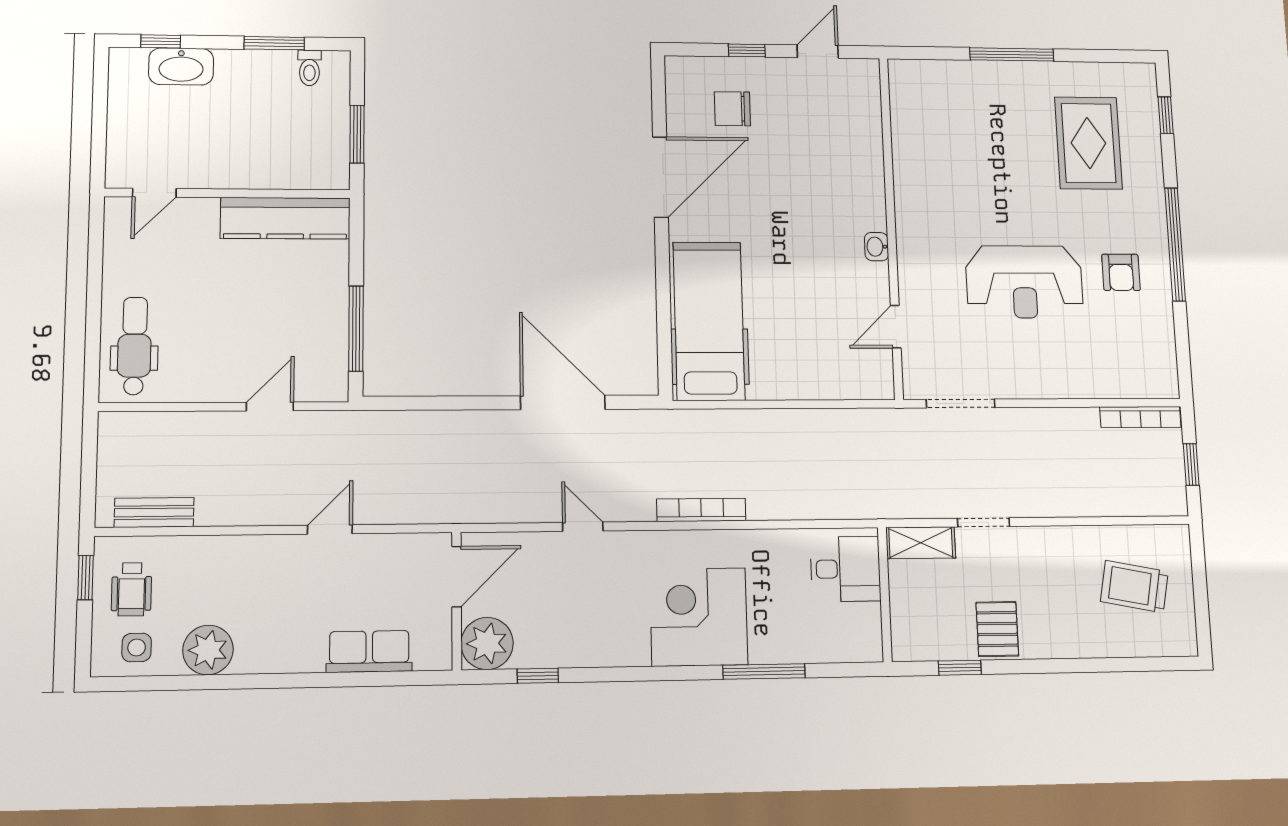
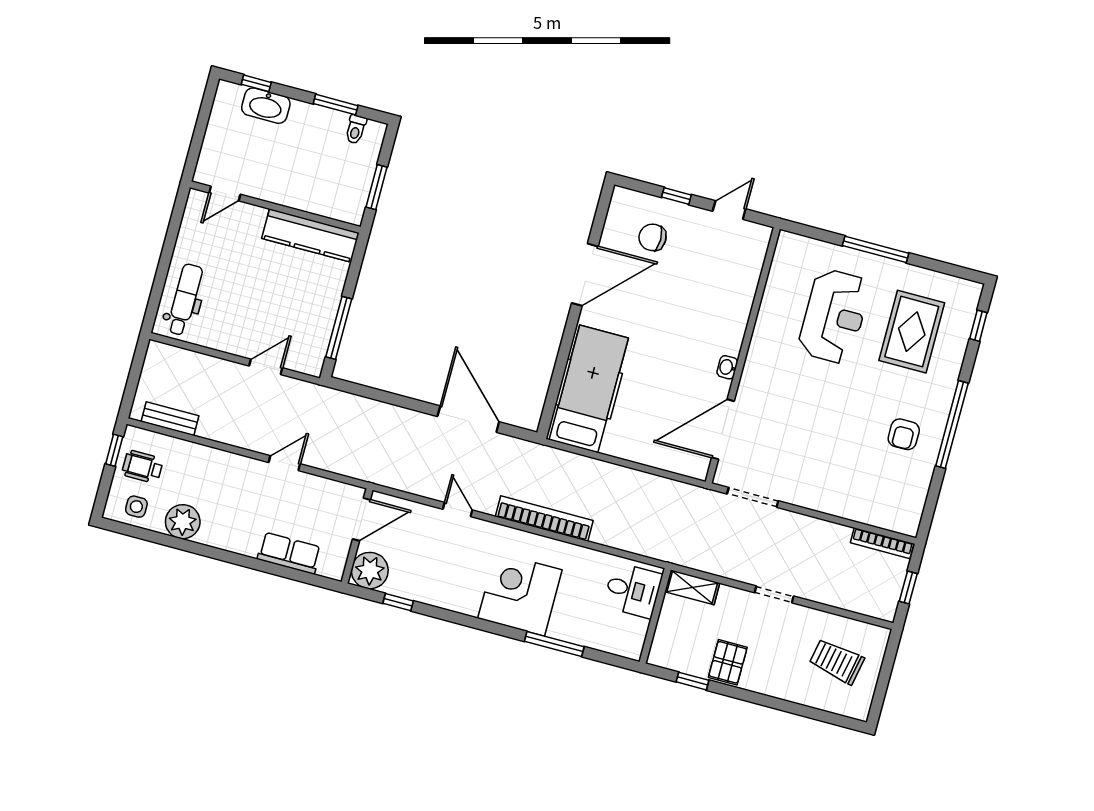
reception desk: (1024, 282) -> (834, 316), moved, turned -90
door: (896, 327) -> (723, 429), width x1.88
bookcase: (701, 510) -> (544, 519), width x1.48, depth x1.31
doorway: (984, 522) -> (774, 594), moved
wheelchair: (131, 589) -> (142, 467), turned 90

